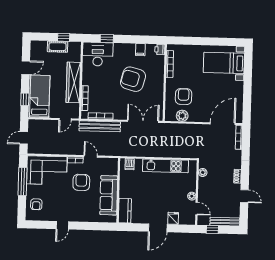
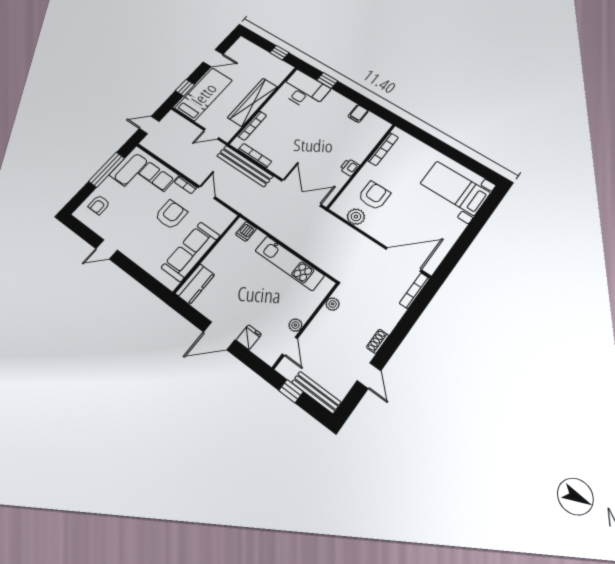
cot: (58, 47) -> (265, 58), removed
printer: (160, 49) -> (349, 167), moved
armchair: (133, 79) -> (325, 139), removed

